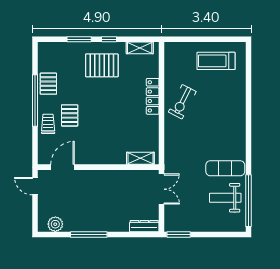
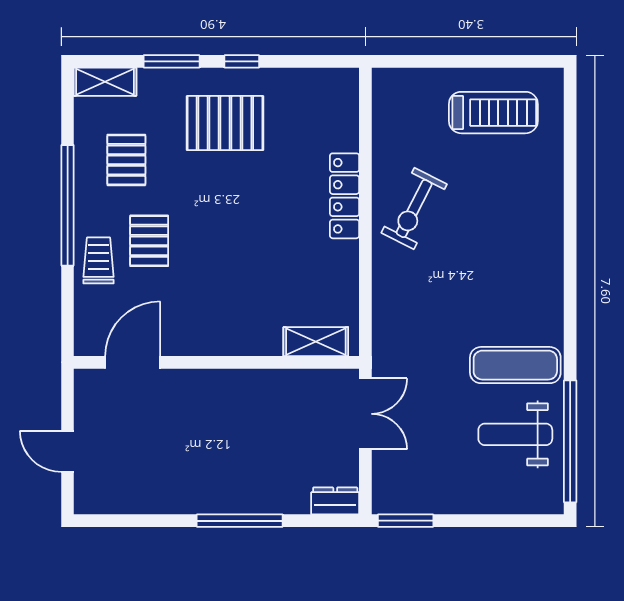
shelving: (140, 48) -> (105, 82), moved
treadmill: (216, 61) -> (493, 113), turned 180
pallet: (48, 84) -> (126, 160), moved
door: (35, 186) -> (68, 451), moved
plant: (55, 224) -> (115, 497), removed
dresser: (144, 226) -> (335, 501), width x0.70
window: (89, 234) -> (240, 521), moved

